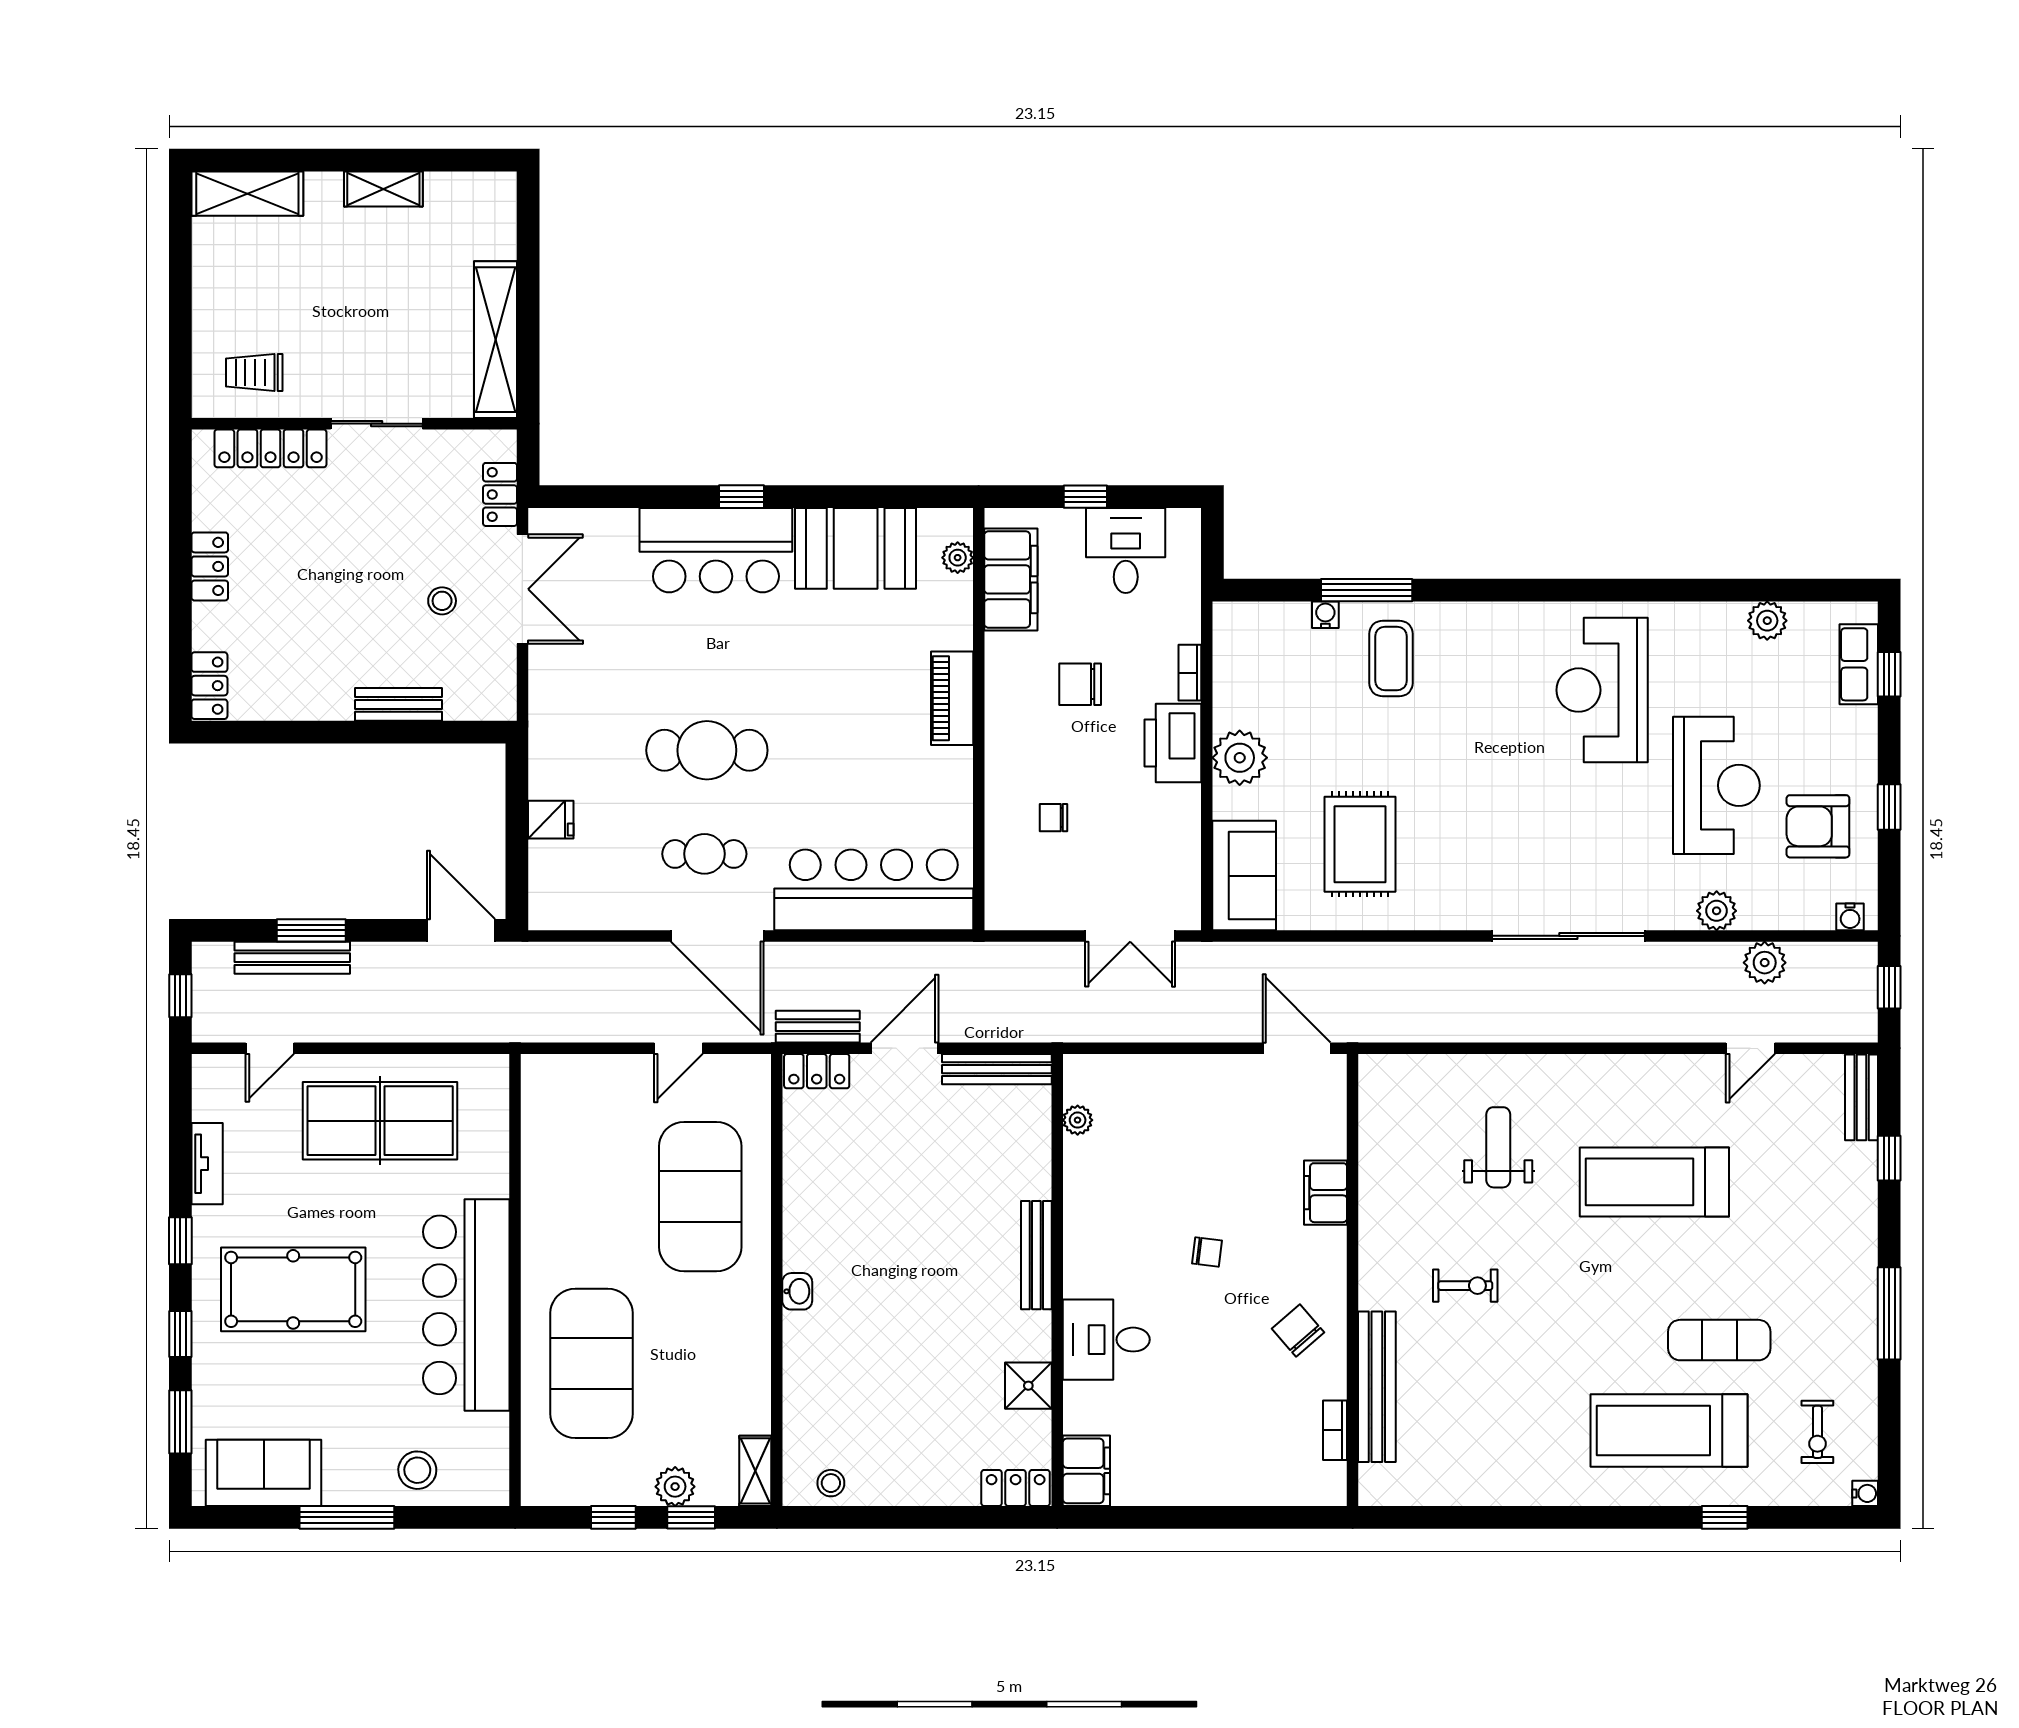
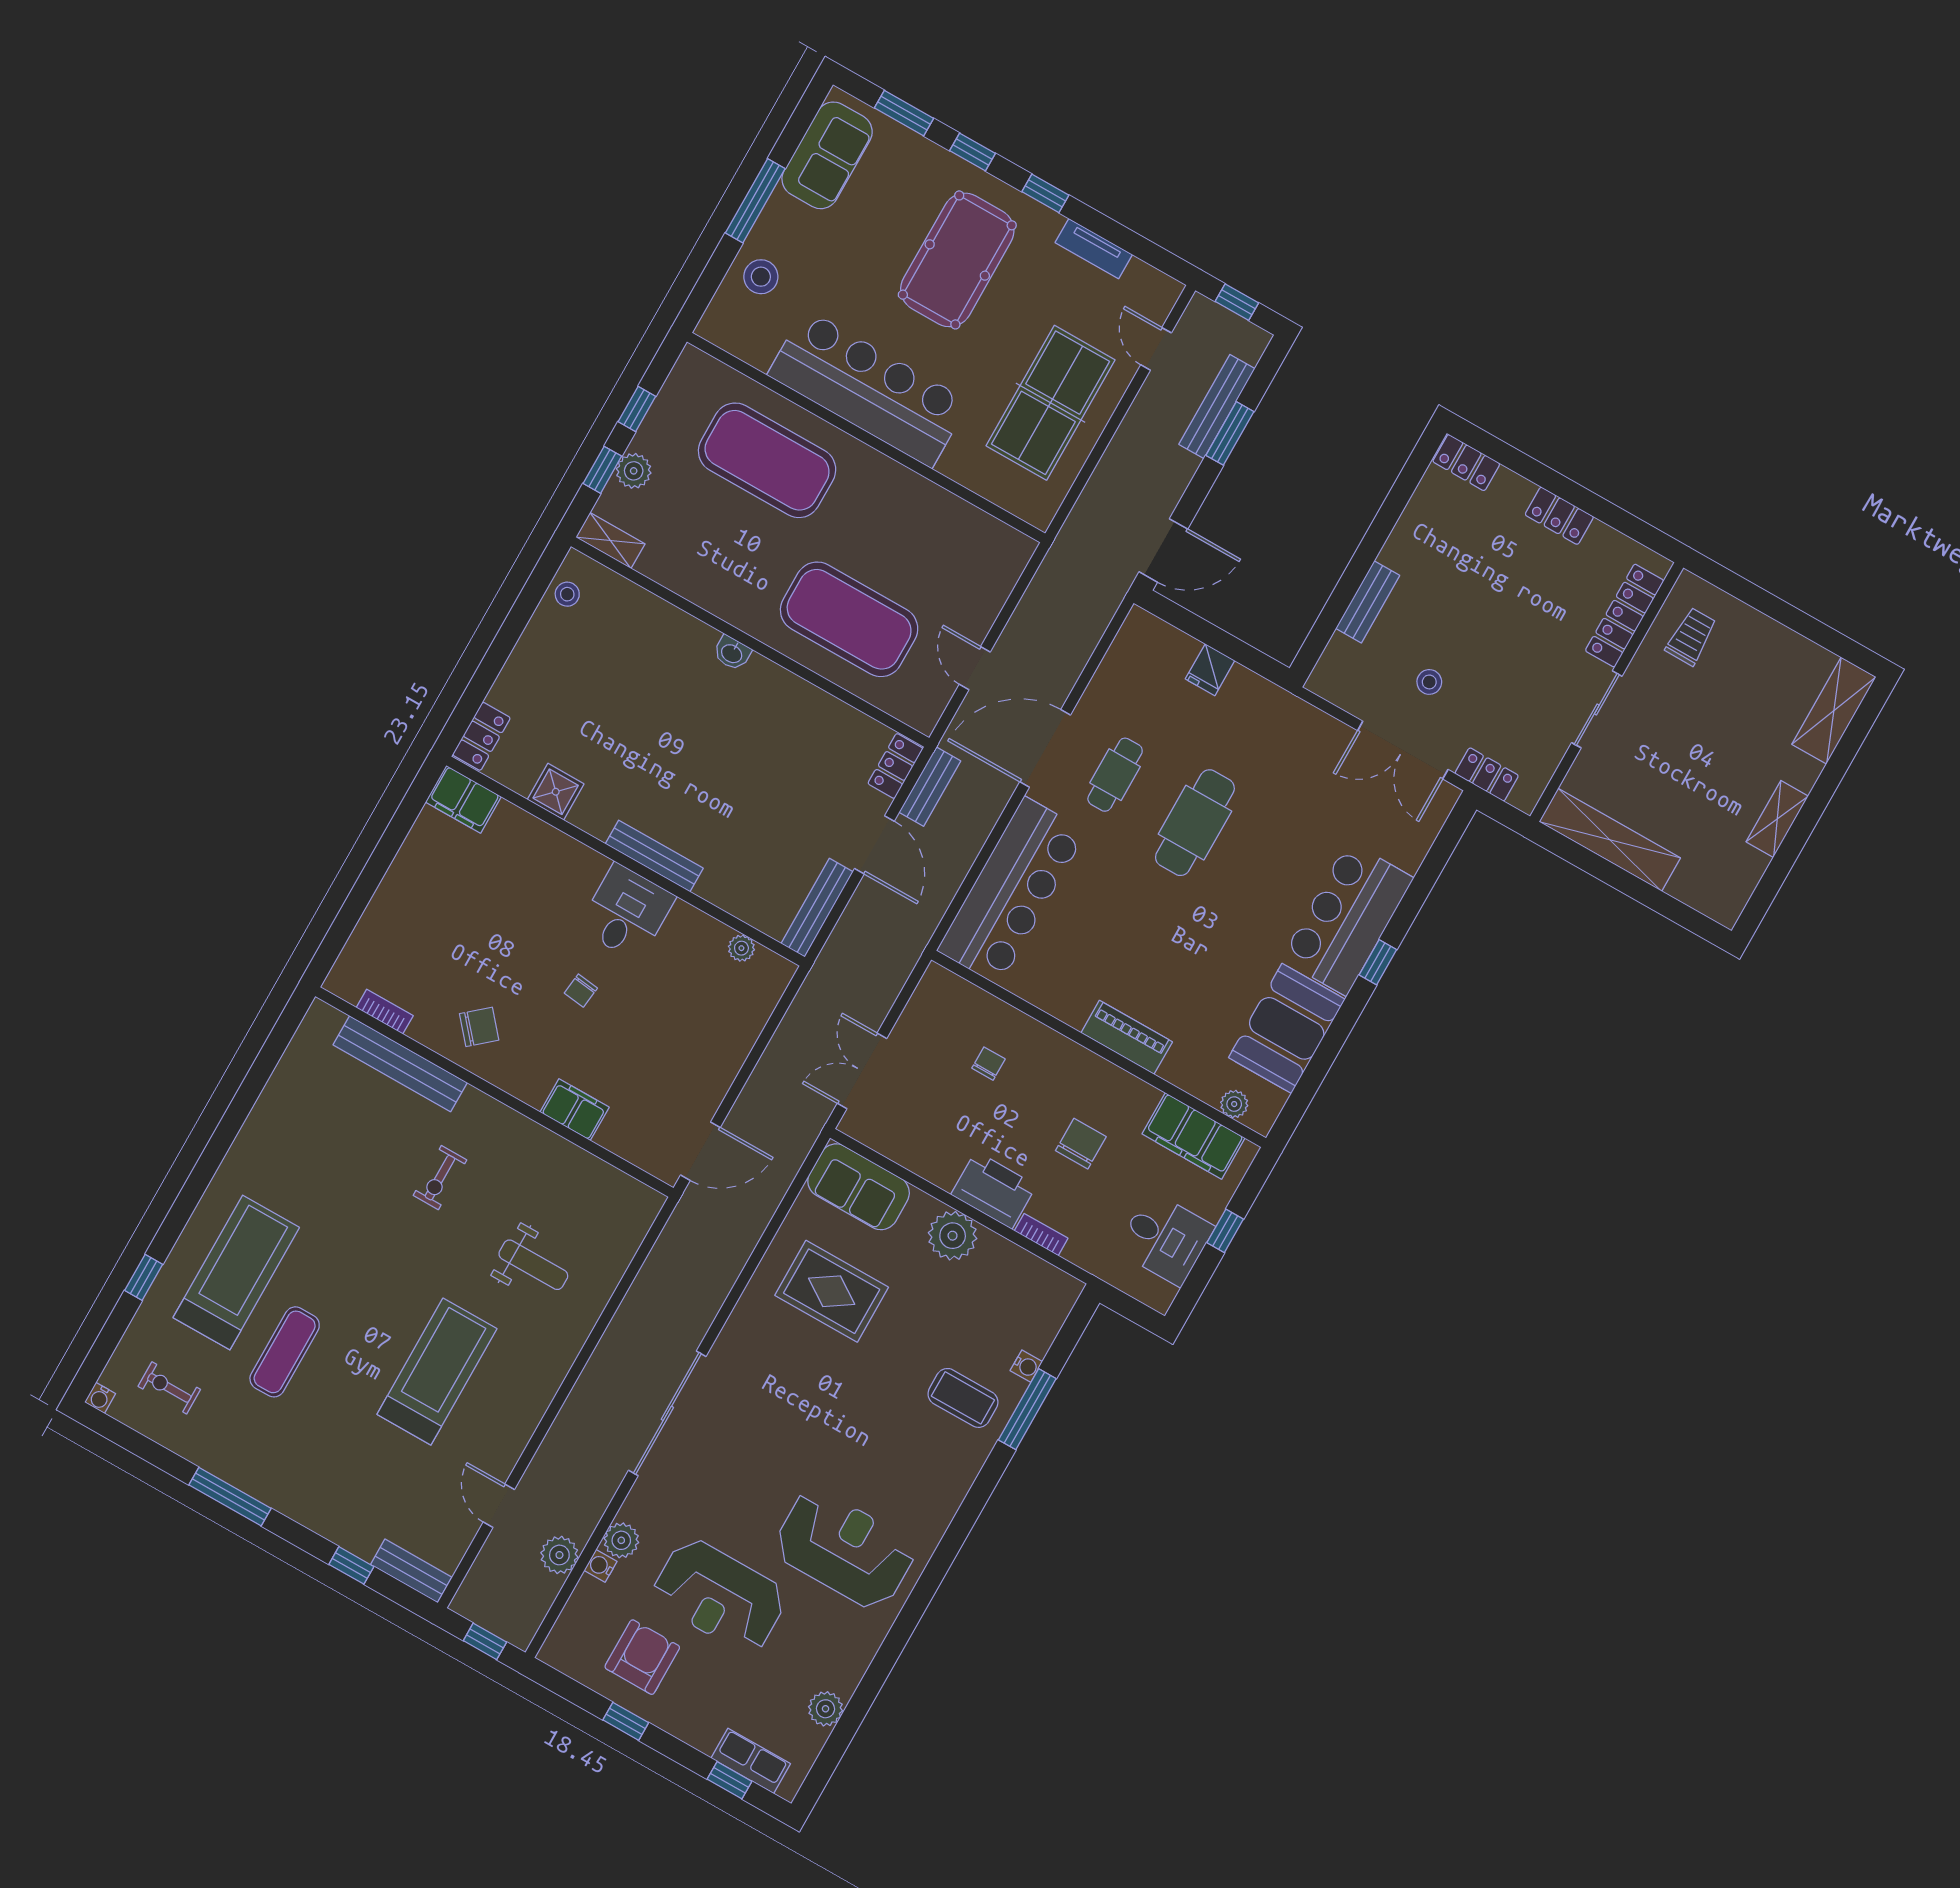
water cooler: (1850, 917) -> (601, 1566), moved
desk: (1106, 1340) -> (627, 913), moved

